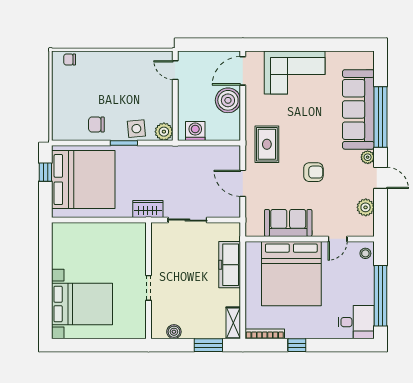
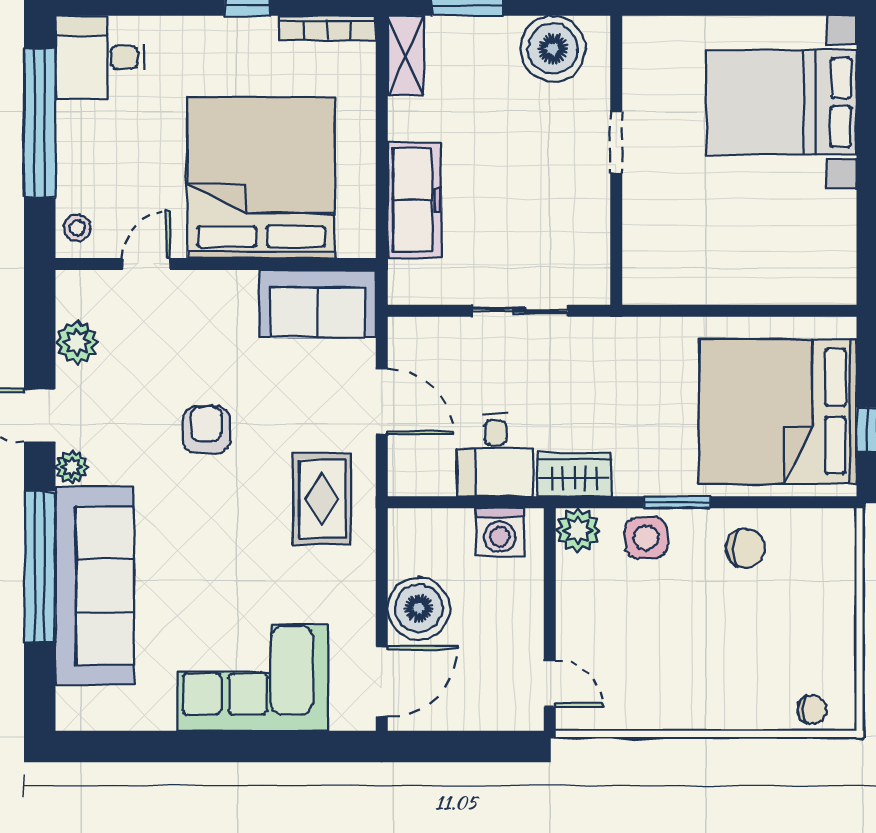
desk: (197, 162) -> (496, 455), added
armchair: (313, 172) -> (206, 430), turned 90
wardrobe: (148, 209) -> (574, 475), moved, turned 180
sofa: (288, 223) -> (317, 304), moved
boiler: (174, 332) -> (553, 49), width x1.86, depth x1.86

